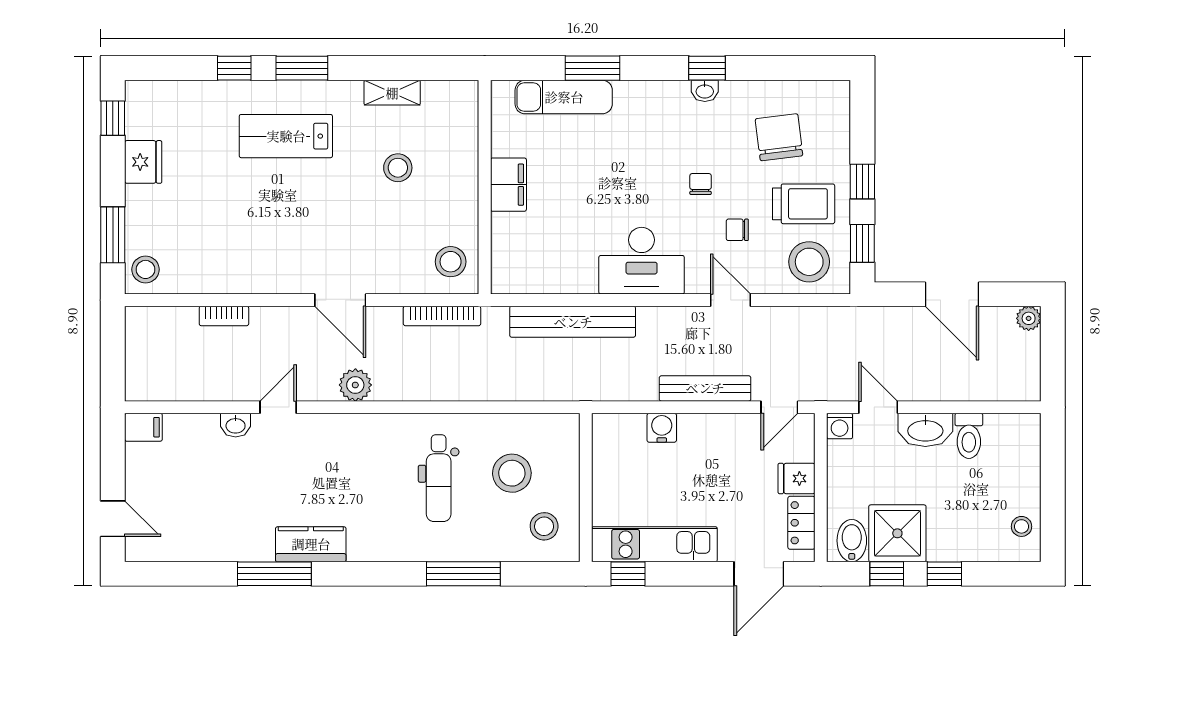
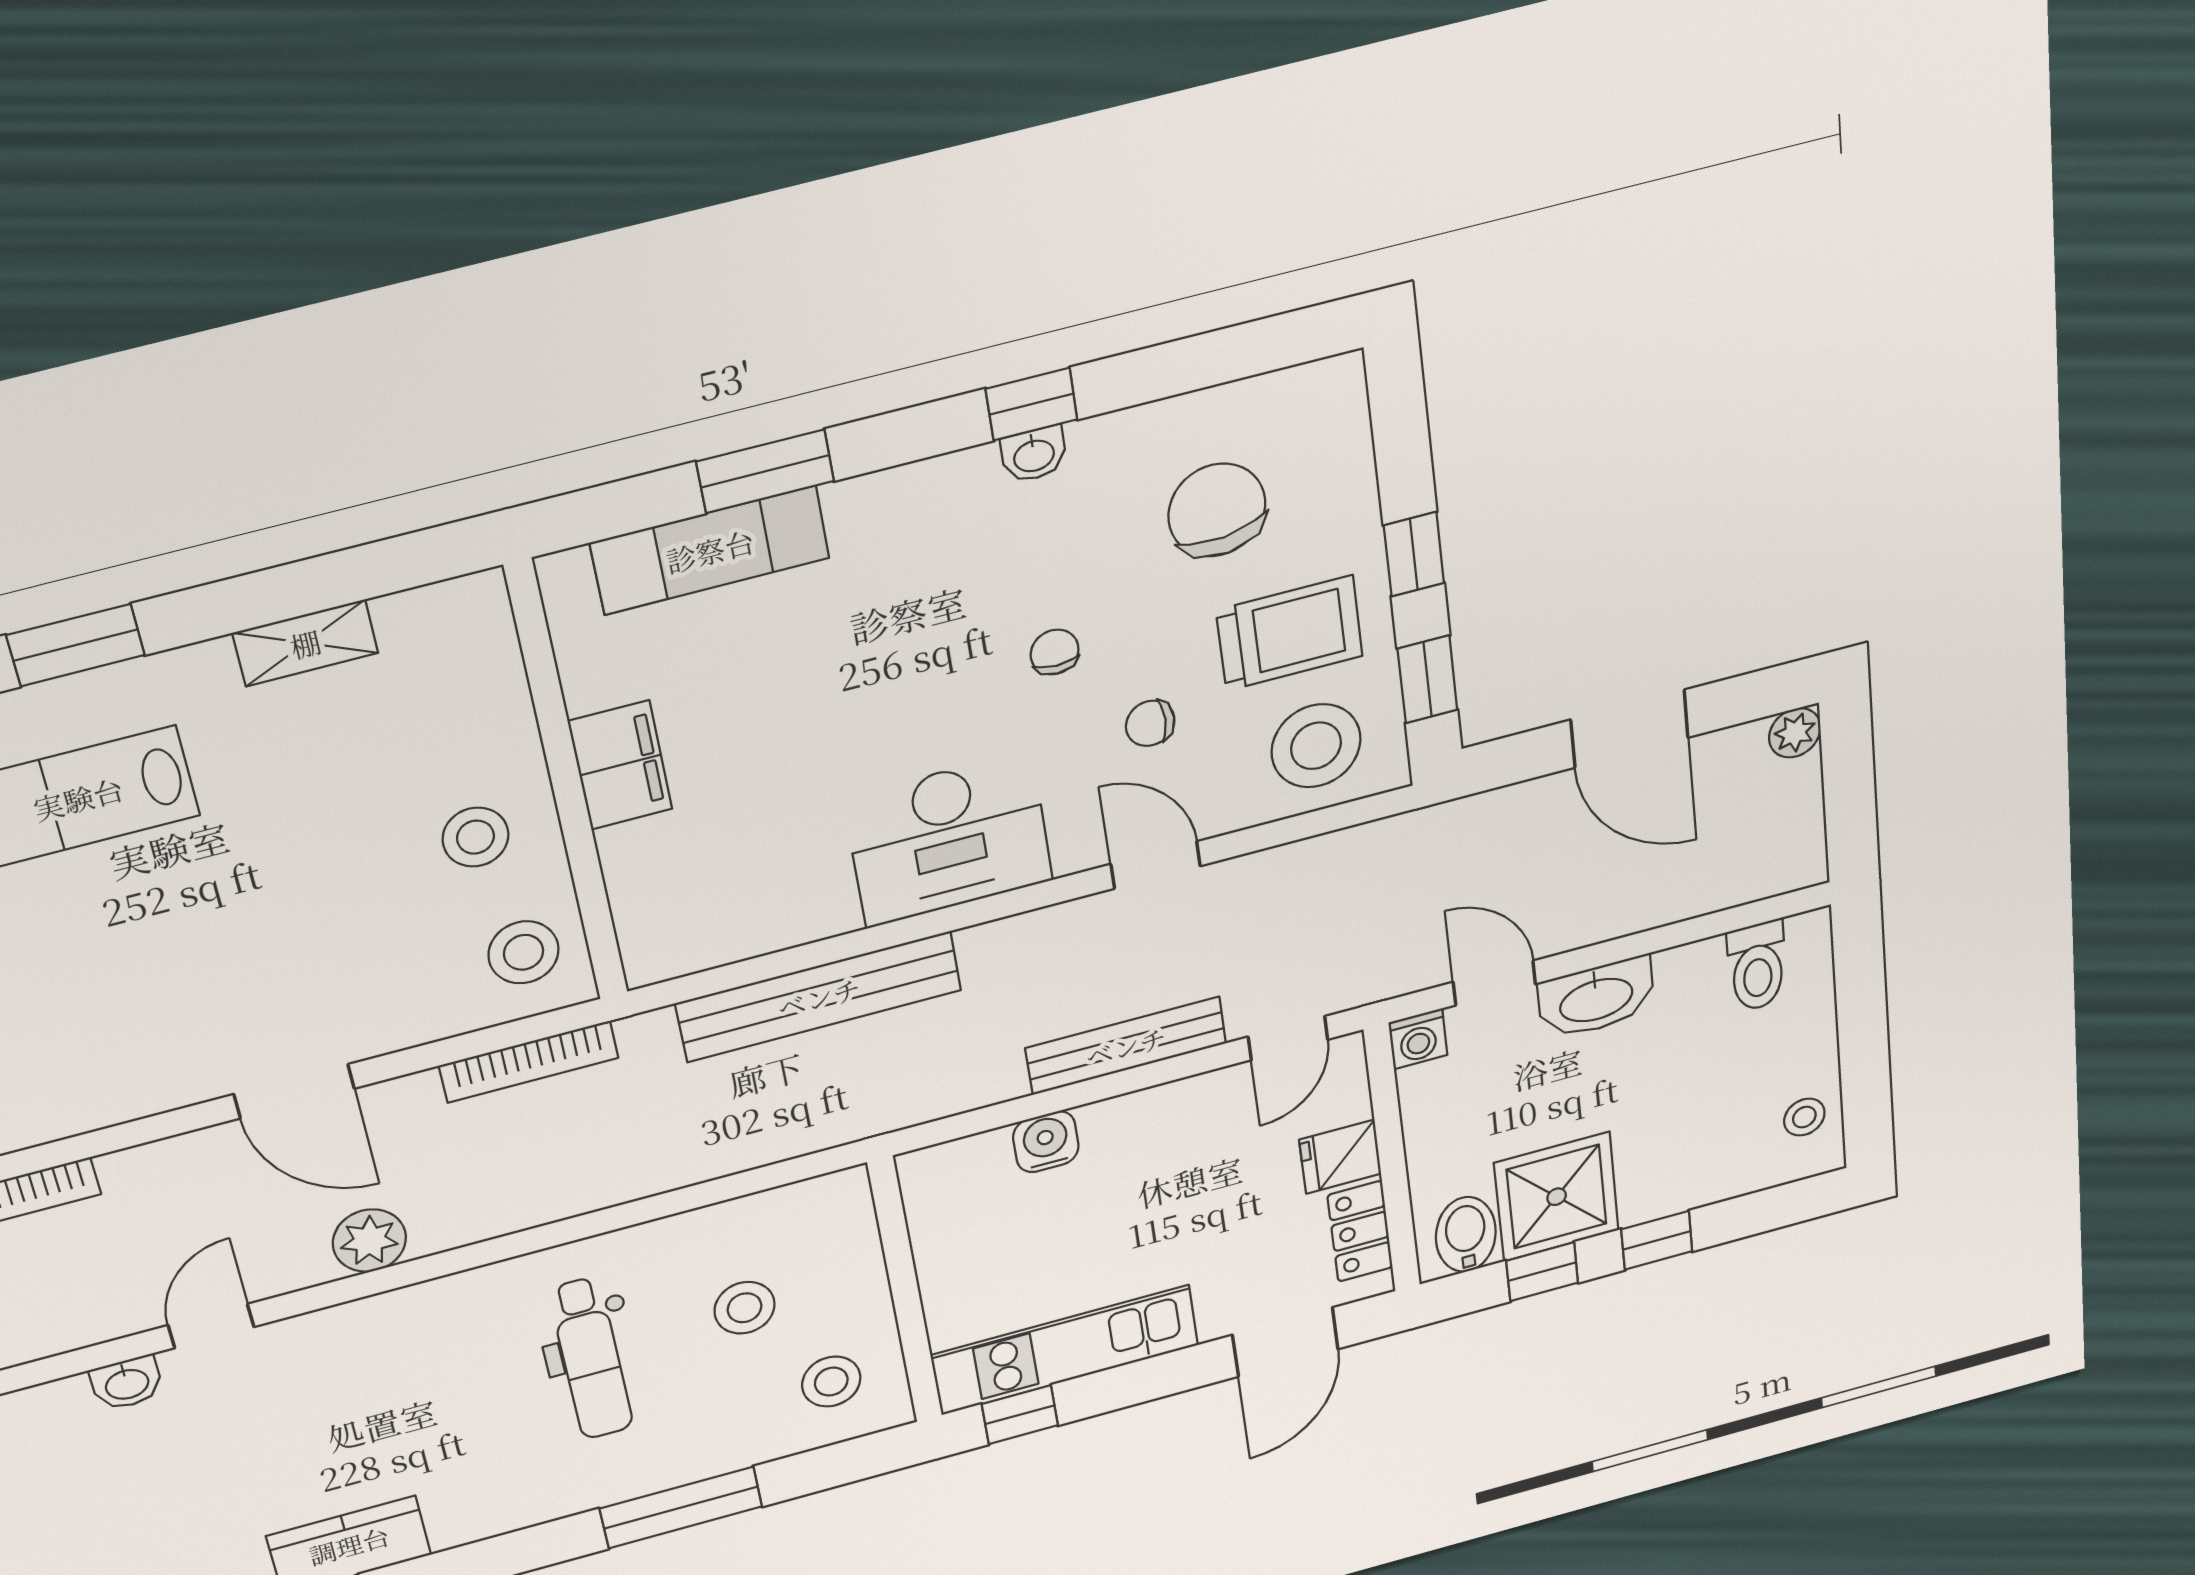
stool: (398, 168) -> (475, 837), moved
toilet: (969, 436) -> (1757, 966), moved
stool: (512, 473) -> (745, 1308), width x0.73, depth x0.73

